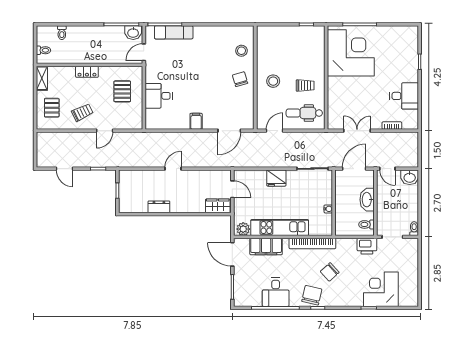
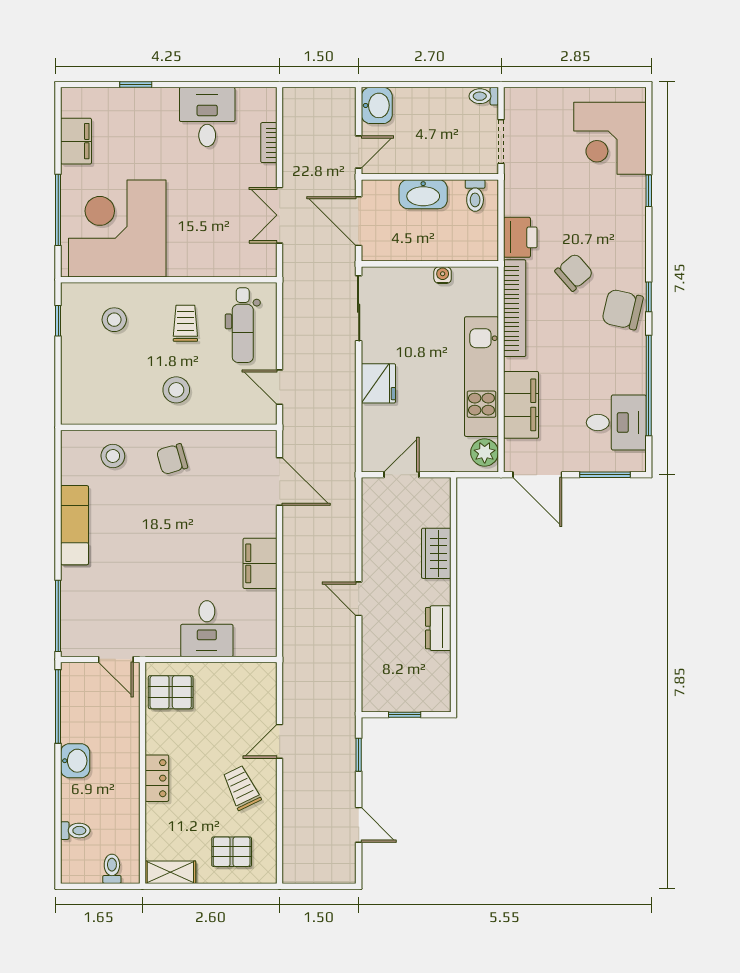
exam couch: (174, 32) -> (75, 525), moved
washbasin: (133, 33) -> (75, 761), moved
filing cabinet: (393, 33) -> (76, 141), added
stool: (307, 51) -> (114, 320), added
pallet: (122, 91) -> (171, 692), moved
filing cabinet: (196, 121) -> (260, 563), width x2.00
door: (105, 131) -> (280, 741), swing flipped
door: (65, 169) -> (359, 825), hinge flipped
wardrobe: (218, 206) -> (436, 553), moved
printer: (367, 246) -> (520, 237), moved
door: (232, 254) -> (537, 475), hinge flipped
chair: (330, 272) -> (574, 272), turned -89
corner desk: (381, 289) -> (610, 138), moved
desk: (276, 292) -> (616, 423), moved

